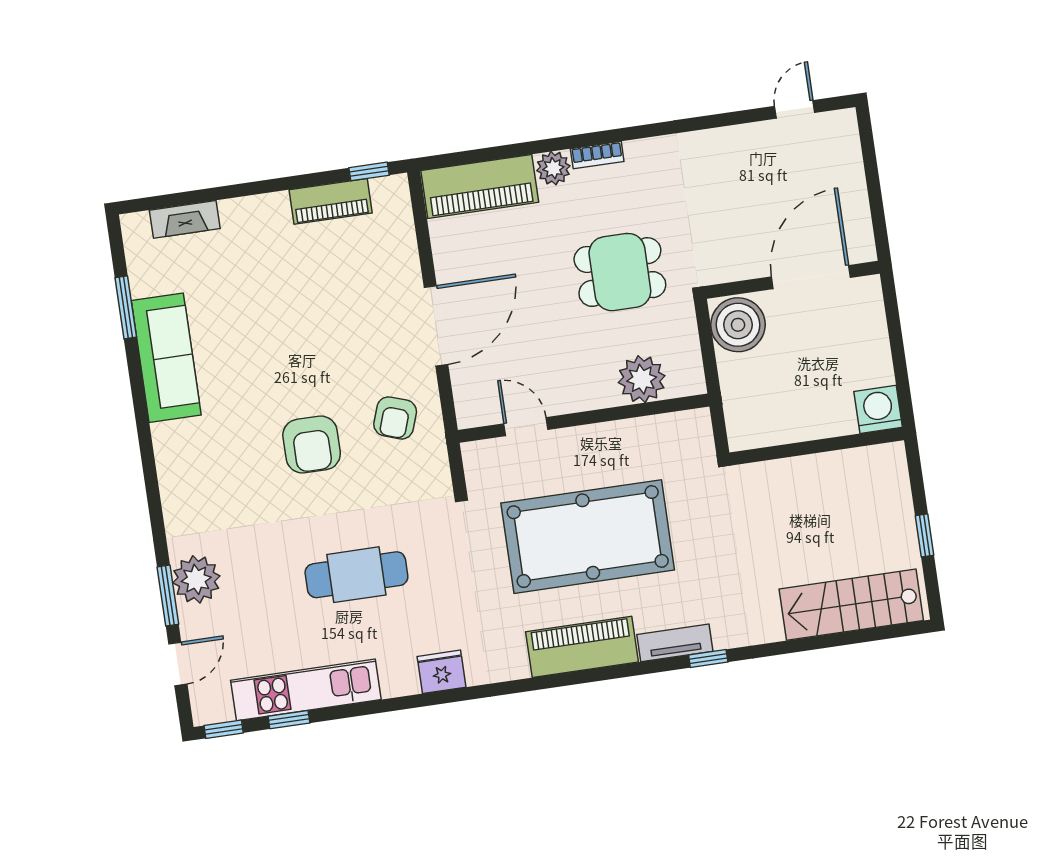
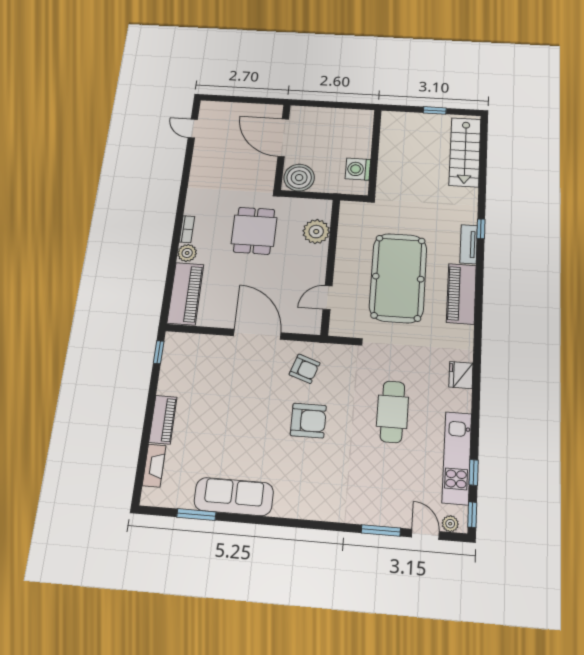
piano: (331, 201) -> (163, 420), moved
washing machine: (878, 409) -> (358, 169), moved
plant: (196, 579) -> (450, 524), moved, width x0.53, depth x0.53

